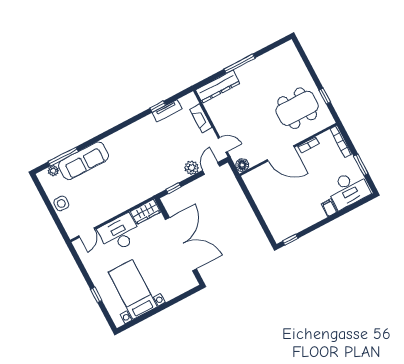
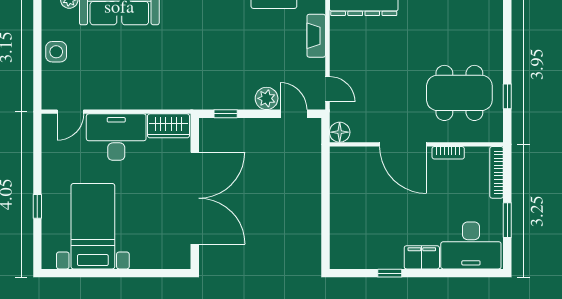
door: (211, 168) -> (294, 114), hinge flipped
filing cabinet: (329, 208) -> (422, 257), width x2.00
window: (290, 240) -> (390, 273), moved

